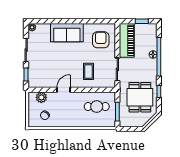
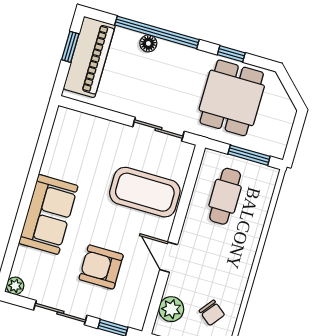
armchair: (101, 40) -> (101, 267), moved
piano: (127, 40) -> (89, 57), moved, turned 90
coffee table: (88, 71) -> (145, 192), width x1.86, depth x1.72
dining table: (140, 97) -> (232, 98), turned 90

